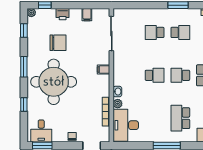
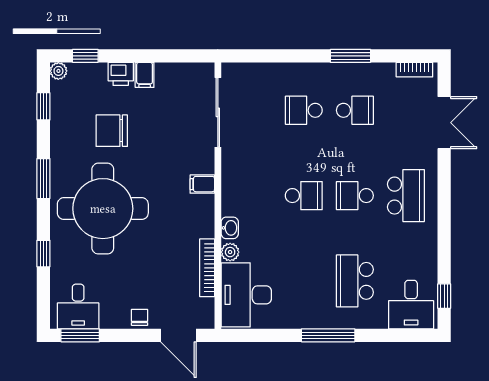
filing cabinet: (87, 15) -> (145, 75), moved
chair: (58, 43) -> (112, 131), turned 180

